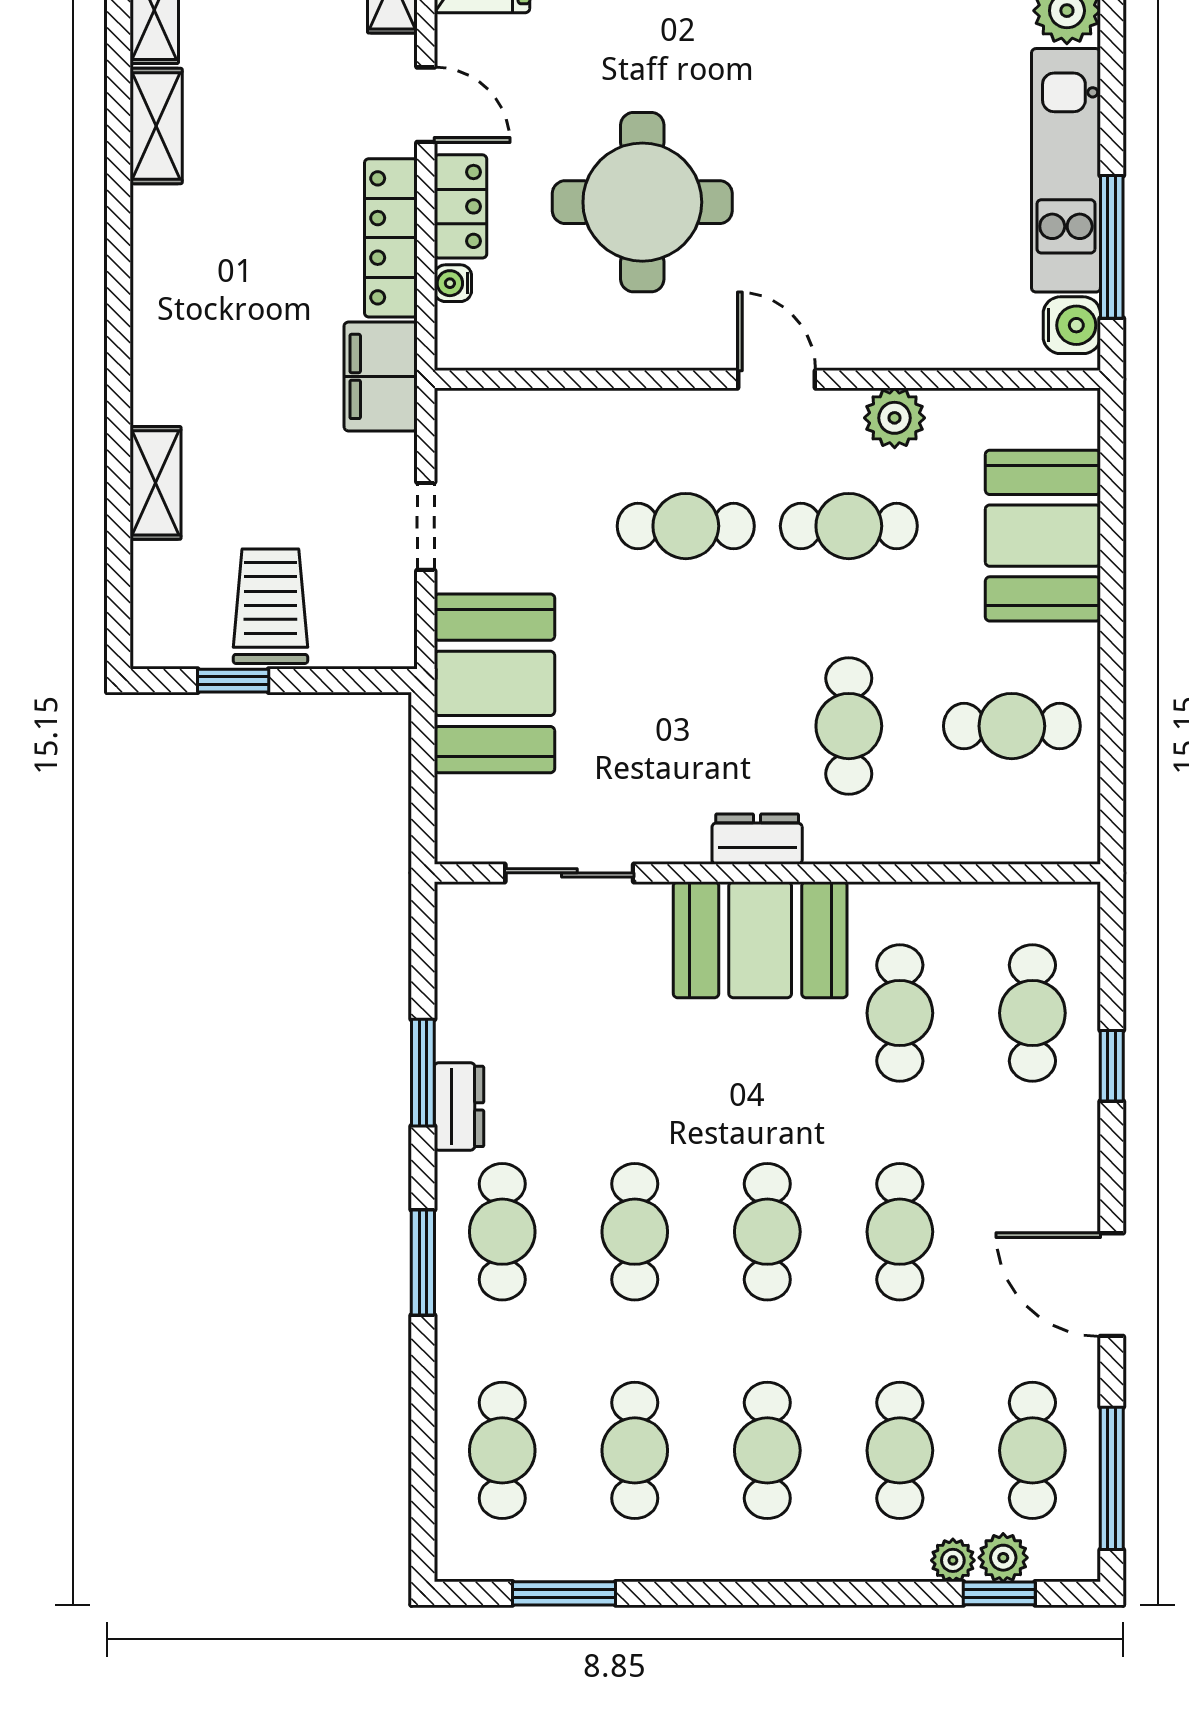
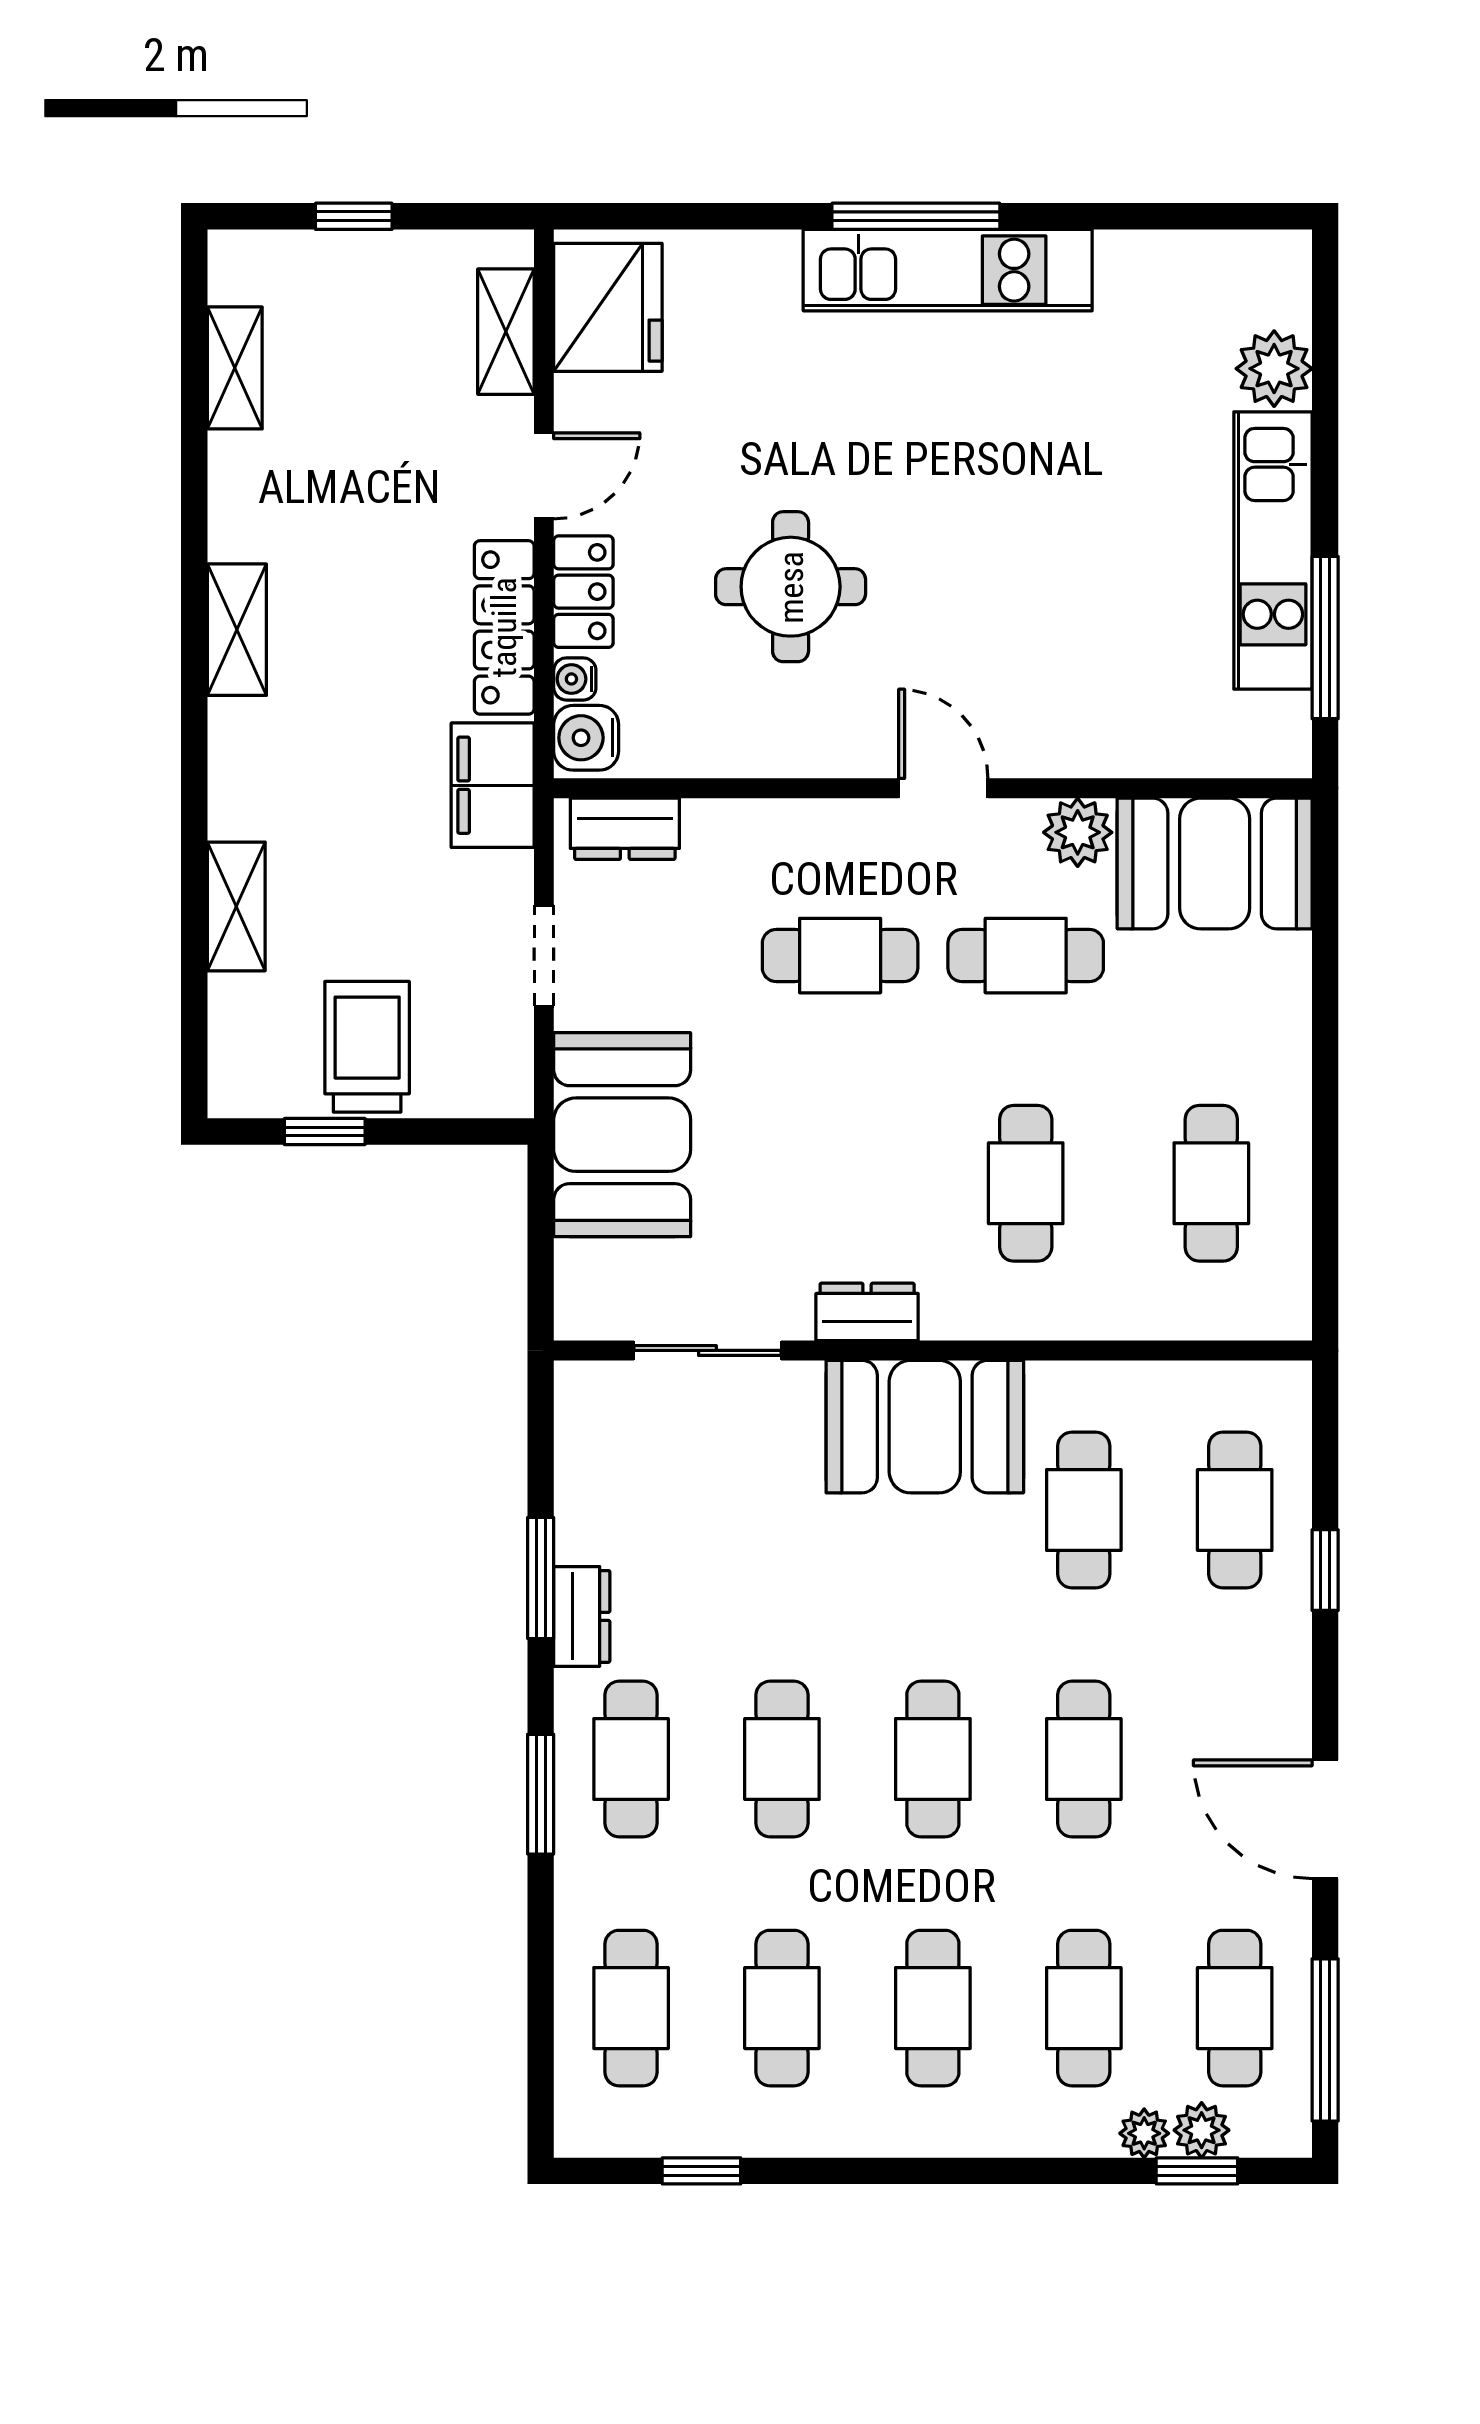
door: (426, 105) -> (544, 476), hinge flipped
shelving: (156, 126) -> (237, 630), moved
round table: (642, 202) -> (791, 587), width x0.73, depth x0.73
water cooler: (1072, 325) -> (586, 738), moved, turned 180
dresser: (497, 415) -> (625, 829), added
booth: (1043, 536) -> (1215, 863), moved, turned 90
cafe table: (1012, 726) -> (1211, 1183), turned 90
dresser: (757, 839) -> (867, 1312), moved
window: (564, 1593) -> (701, 2171), width x0.67

